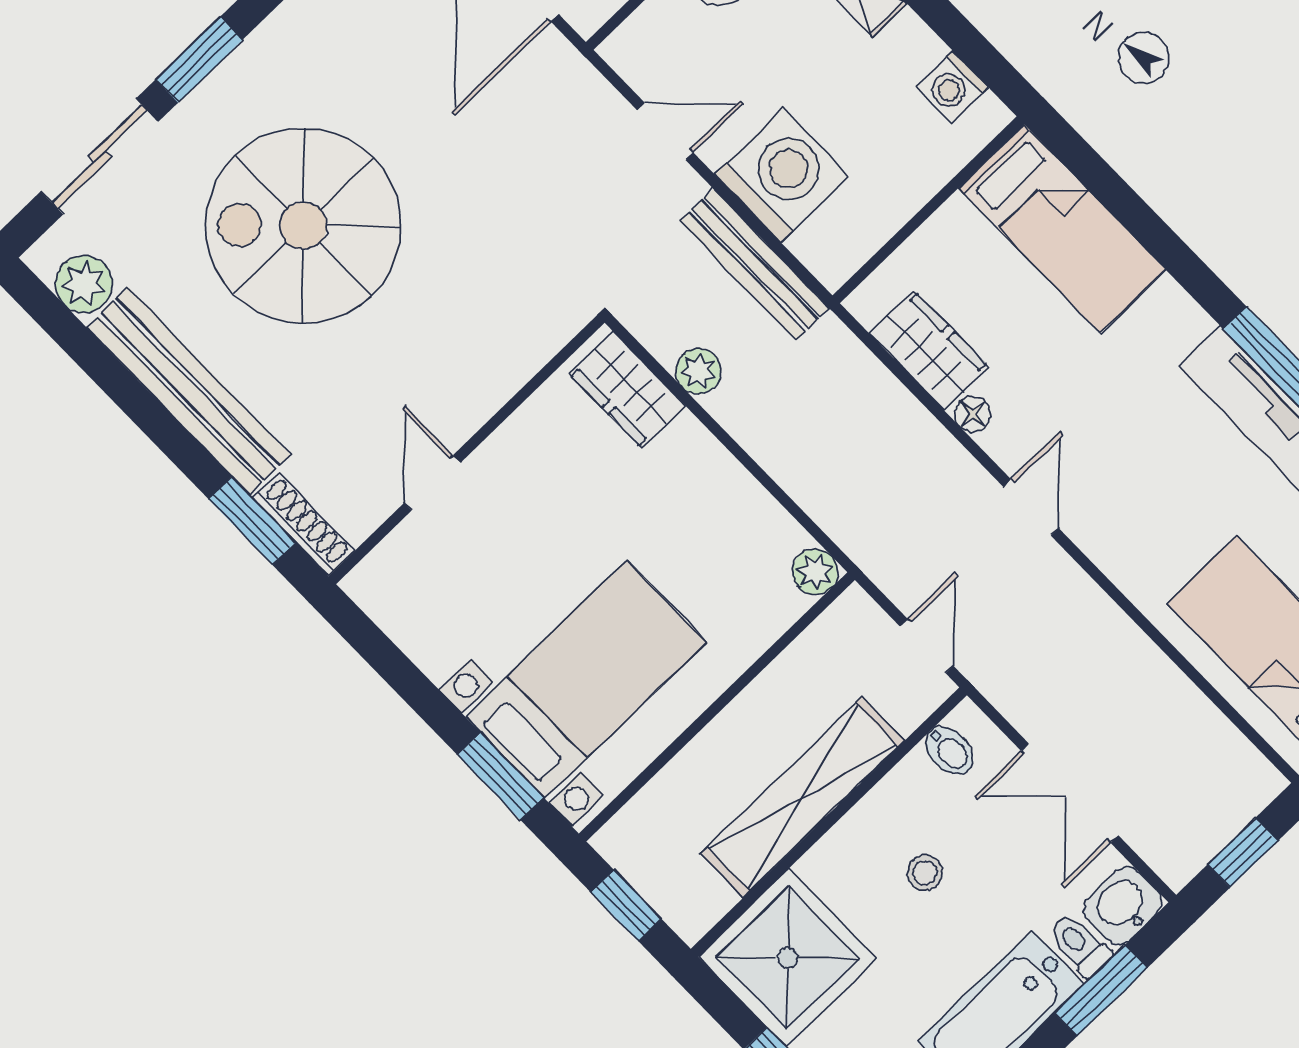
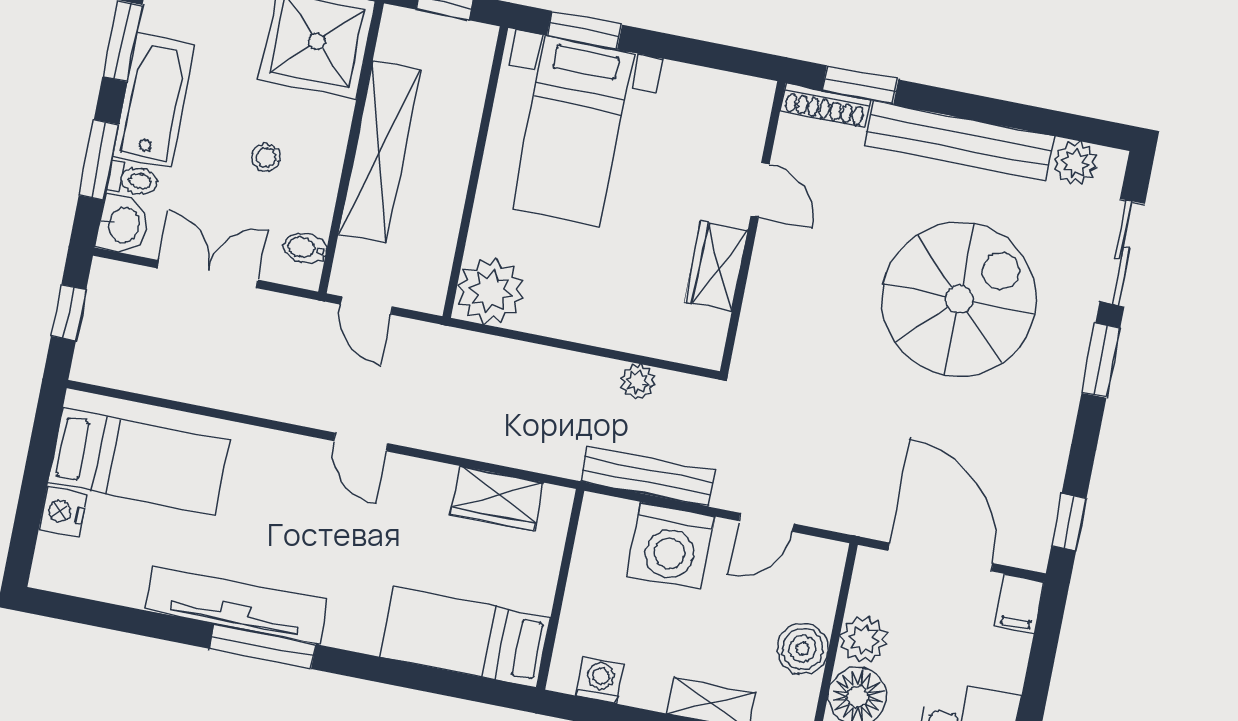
wardrobe: (627, 389) -> (716, 266), moved, turned -90
floor lamp: (973, 414) -> (440, 476), removed
plant: (815, 572) -> (490, 291), width x1.88, depth x1.88

